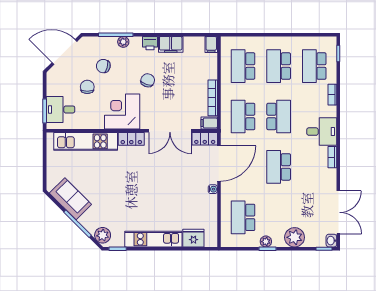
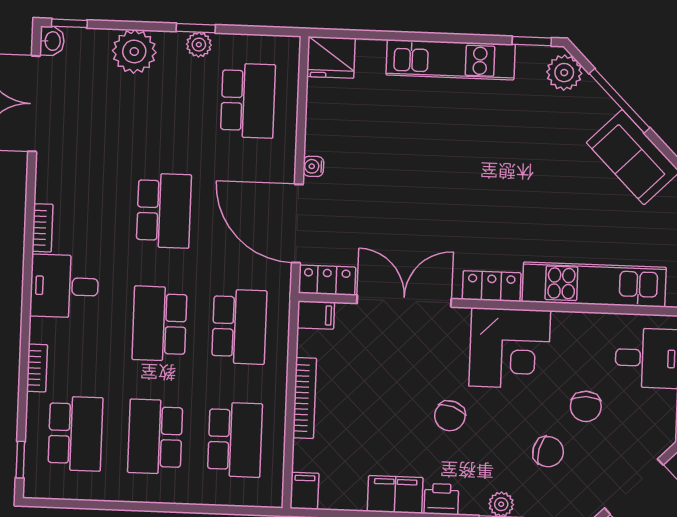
school desk: (279, 66) -> (155, 437), turned 180
bookcase: (213, 98) -> (305, 398), moved
door: (219, 163) -> (297, 223), hinge flipped
fridge: (193, 238) -> (331, 57), moved

